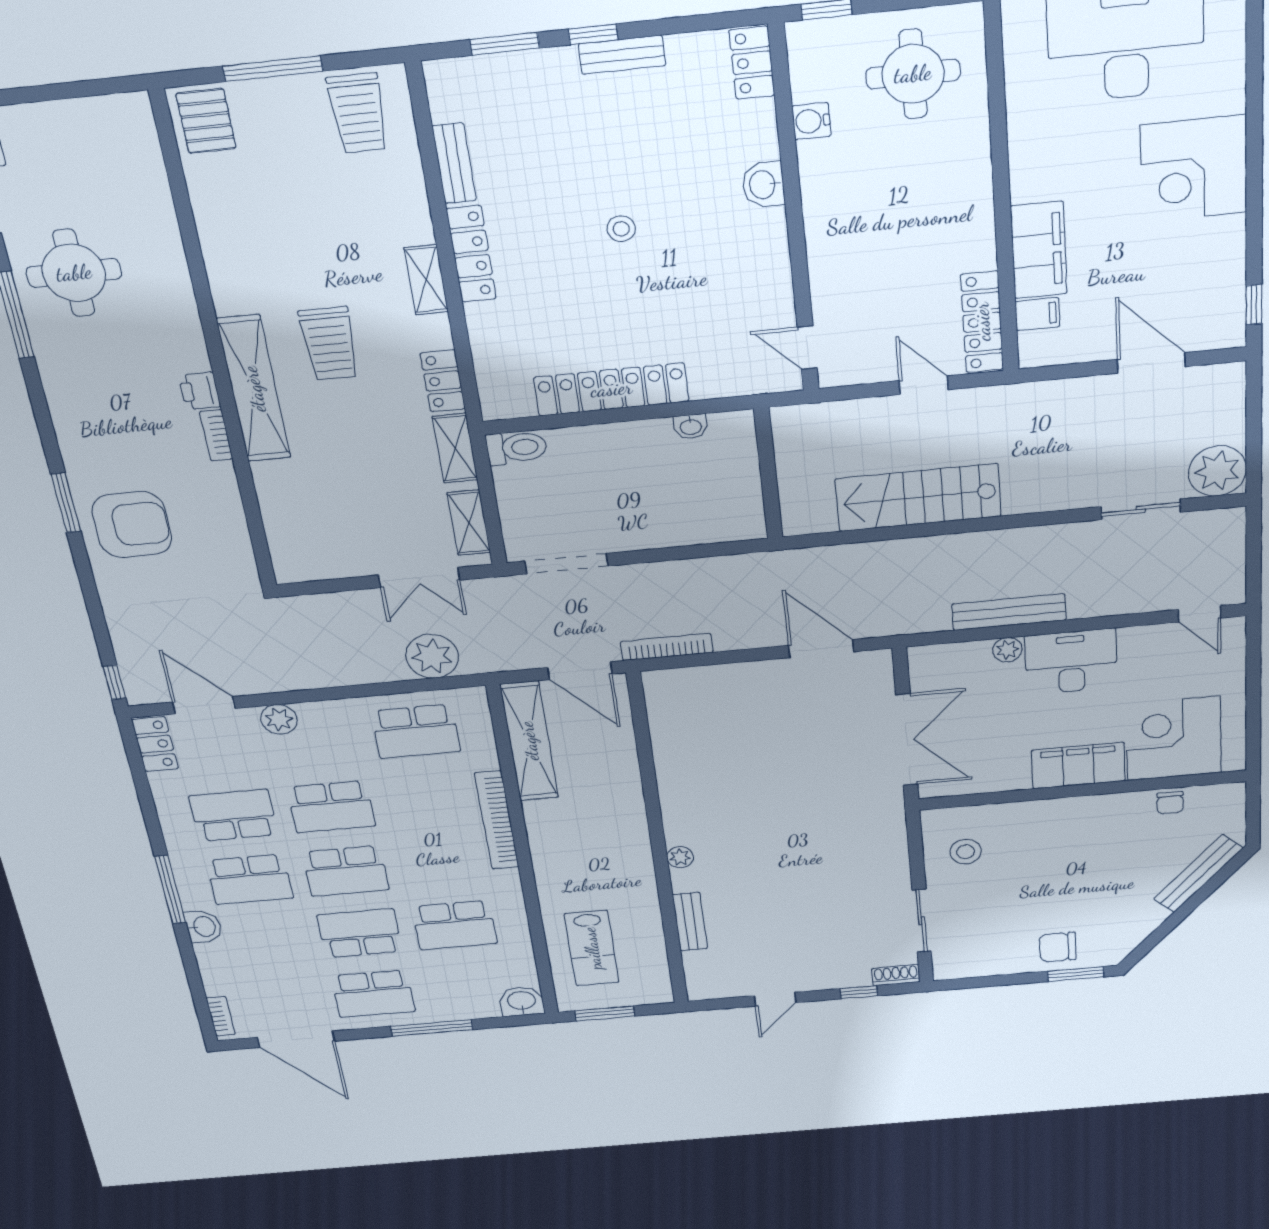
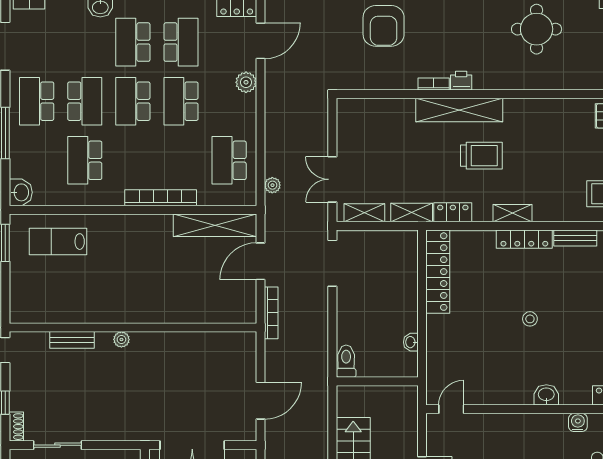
trolley: (329, 344) -> (481, 156), turned 180
locker: (611, 389) -> (438, 272), moved
toilet: (517, 448) -> (346, 361), moved, turned 180
plant: (432, 656) -> (272, 185), width x0.53, depth x0.53
wall: (658, 844) -> (133, 327), moved
plant: (680, 857) -> (121, 339), moved
bench: (690, 922) -> (72, 340), moved

